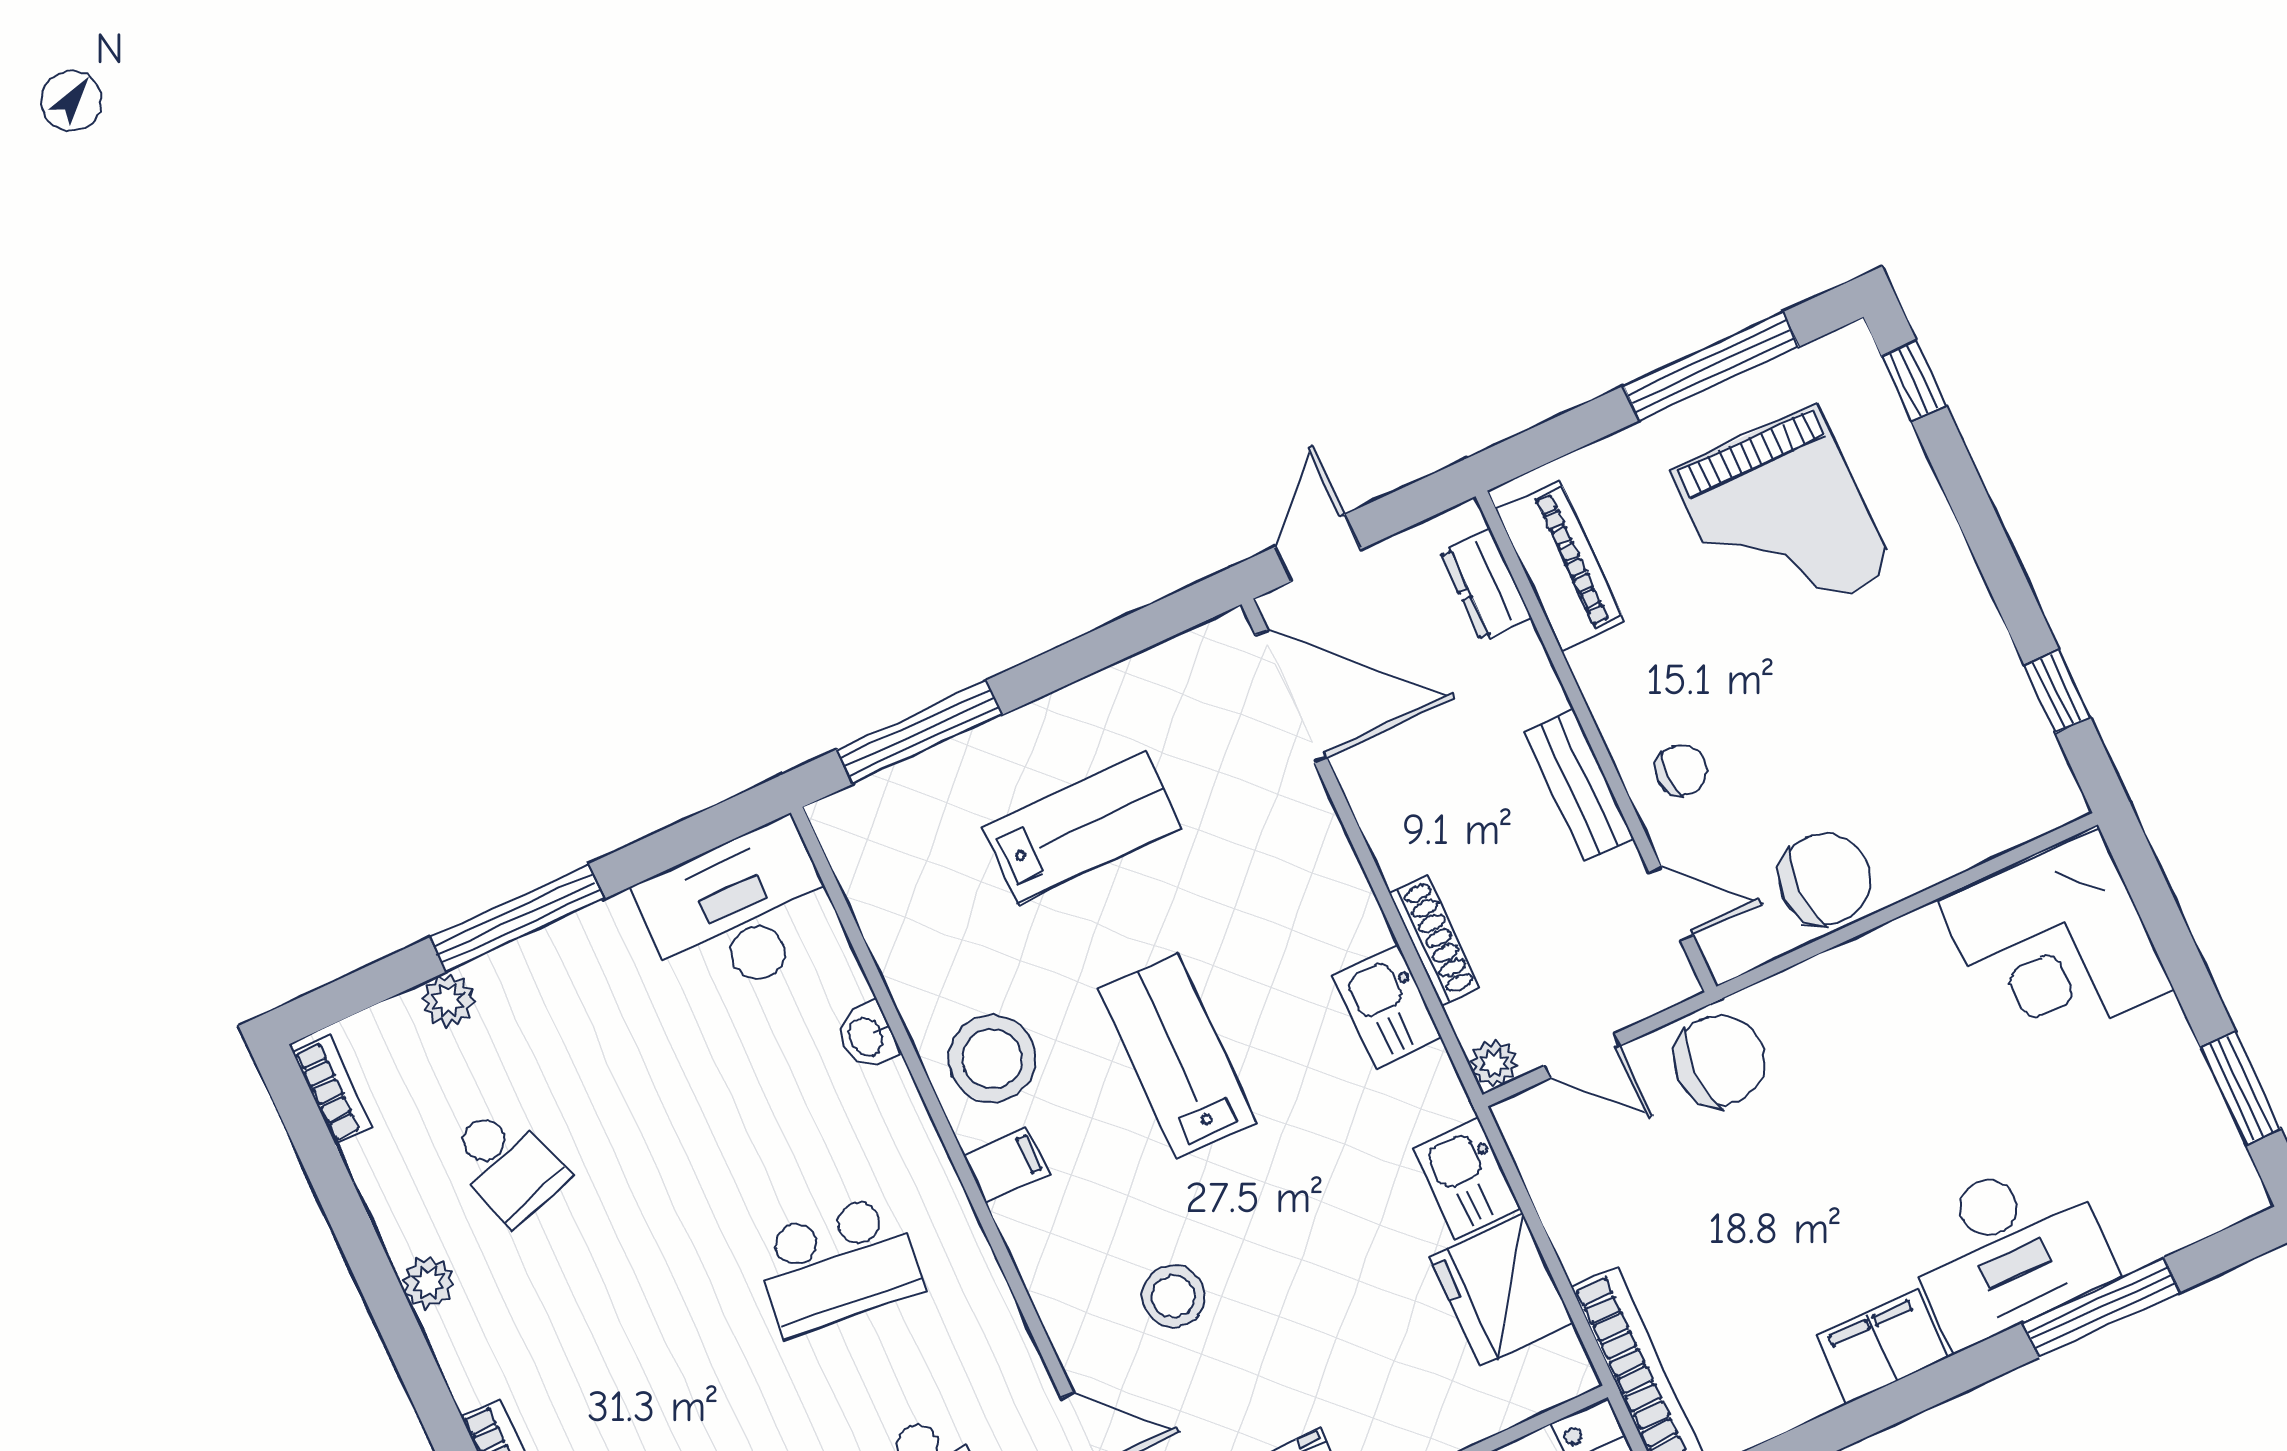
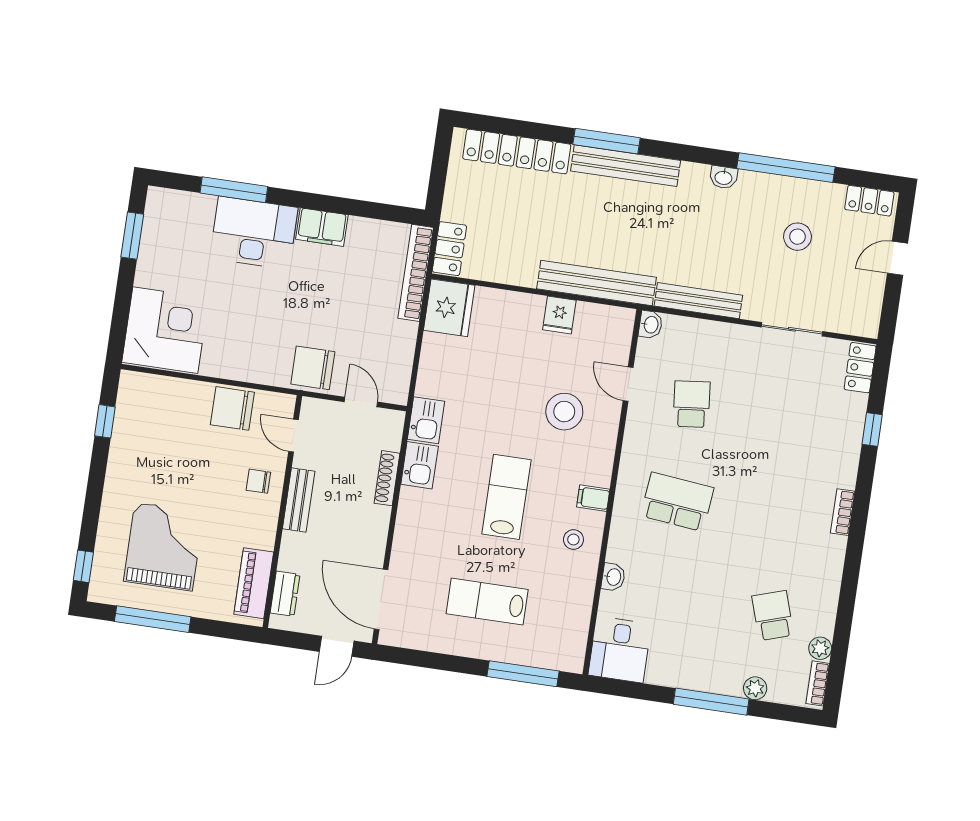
desk: (739, 913) -> (620, 650), width x0.73
lab bench: (1177, 1056) -> (506, 497), turned 180
stool: (992, 1059) -> (573, 540), width x0.53, depth x0.53
plant: (1494, 1064) -> (395, 420), removed
kitchen sink: (1467, 1178) -> (426, 420), moved
plant: (428, 1283) -> (820, 648), moved
fridge: (1502, 1290) -> (449, 308), moved
stool: (1174, 1296) -> (564, 412), width x1.38, depth x1.38

